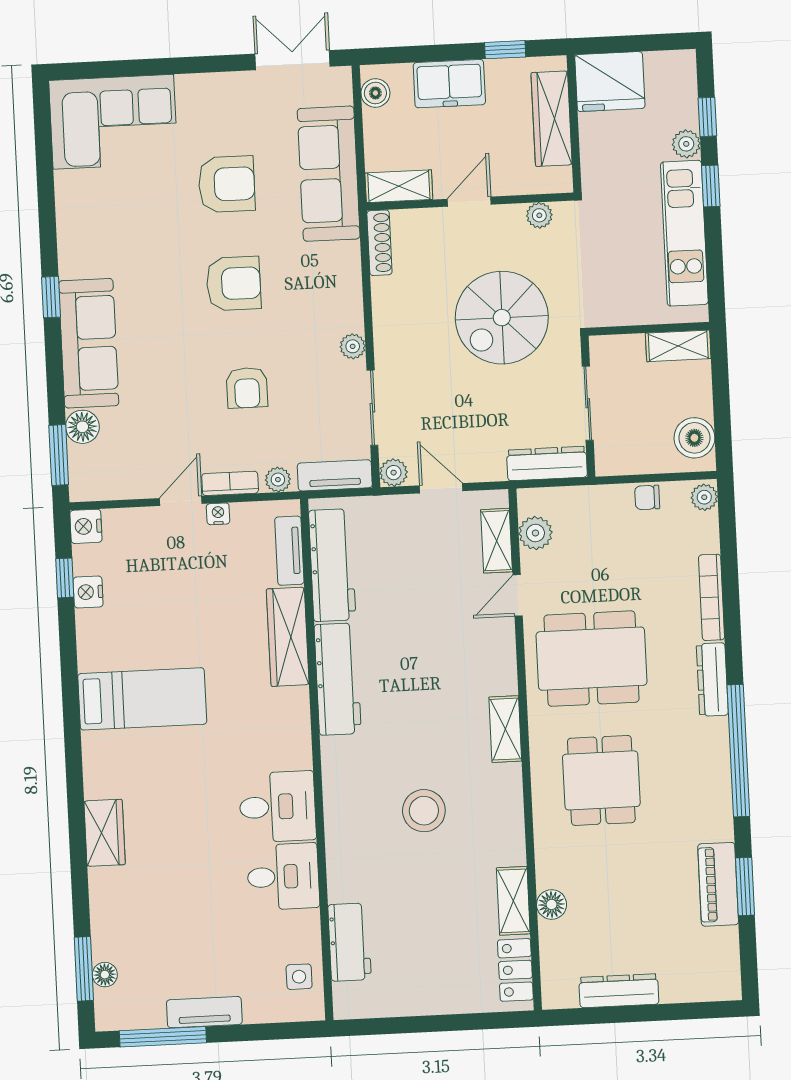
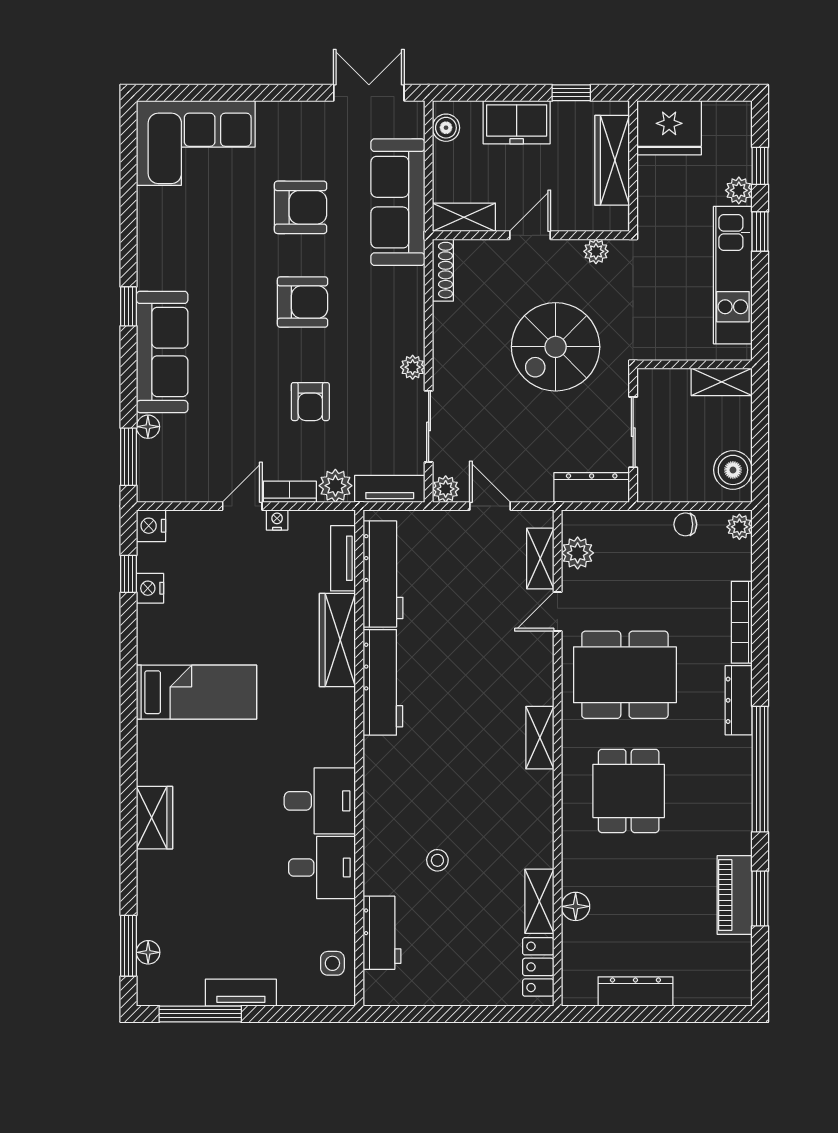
floor lamp: (82, 427) -> (148, 427), width x0.73, depth x0.73
plant: (278, 480) -> (335, 486), width x1.38, depth x1.38
stool: (424, 811) -> (437, 860), moved, width x0.53, depth x0.53

